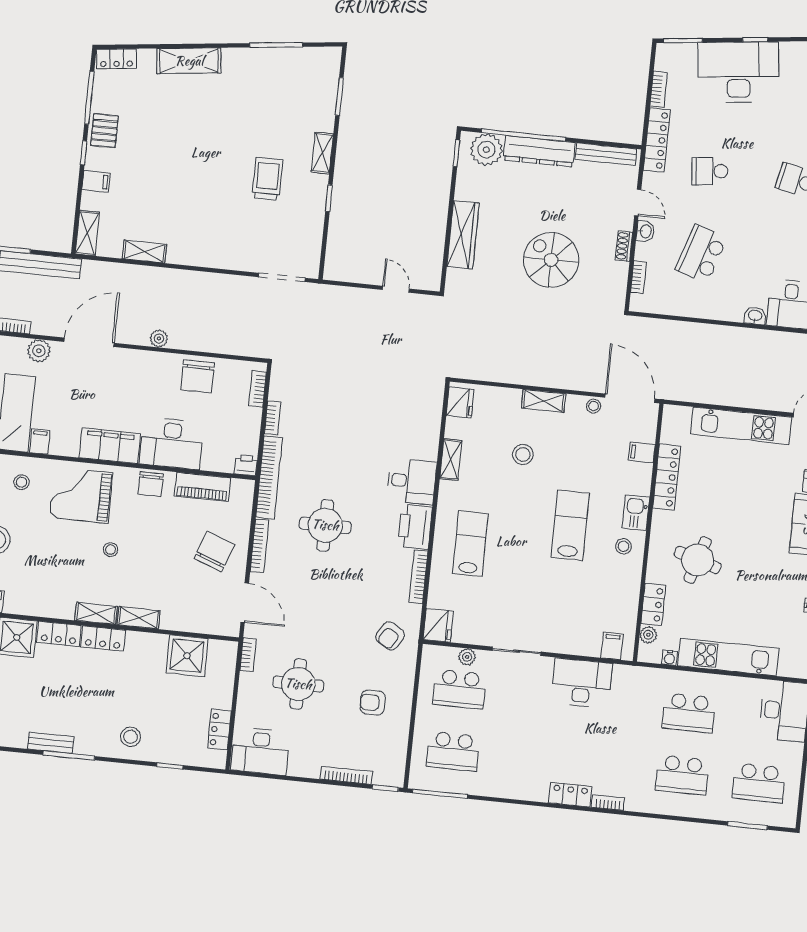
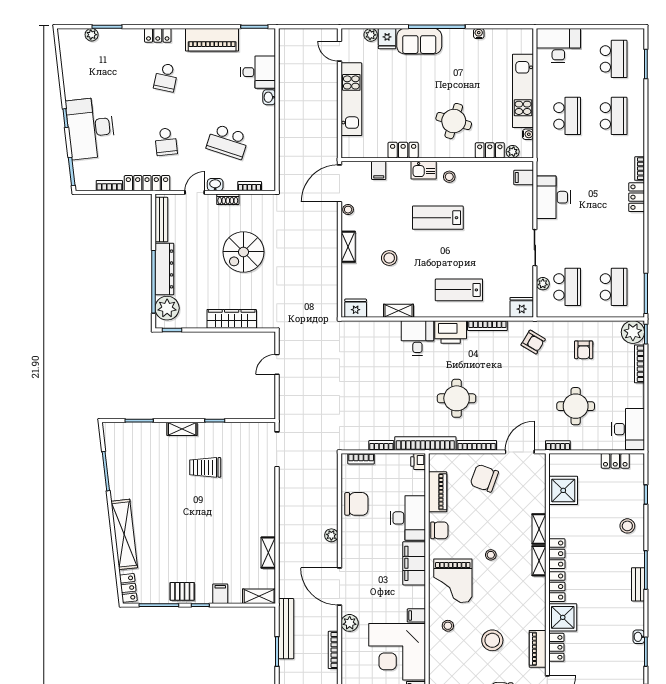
shelving: (189, 61) -> (124, 534), width x1.47
locker: (667, 477) -> (403, 150), width x0.66
plant: (390, 771) -> (633, 332), added

